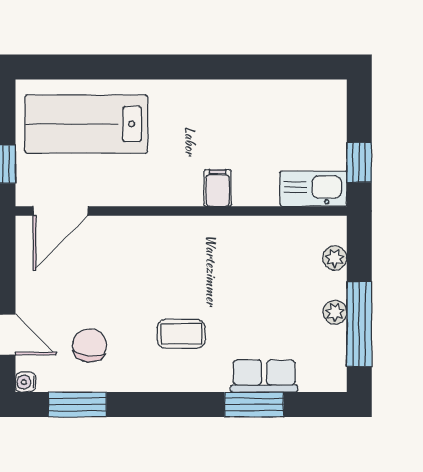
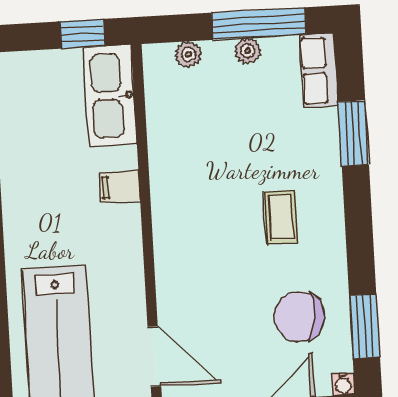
kitchen sink: (313, 189) -> (110, 96), width x1.36, depth x1.24
chair: (90, 345) -> (299, 317), width x1.37, depth x1.37
row of seats: (264, 376) -> (319, 70), moved

